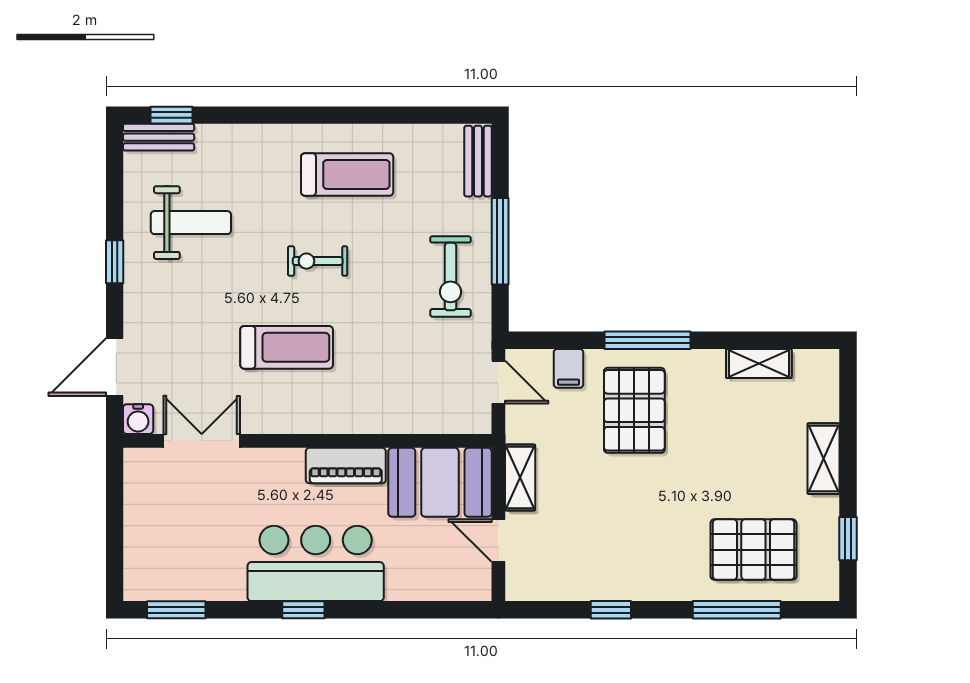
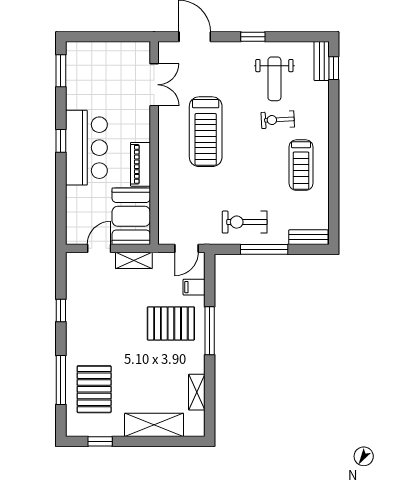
exercise bike: (318, 261) -> (278, 120), moved, turned -93
treadmill: (287, 347) -> (206, 132), width x1.37, depth x1.37
water cooler: (138, 419) -> (166, 50), removed
shelving: (824, 459) -> (154, 425), width x1.50, depth x1.33

